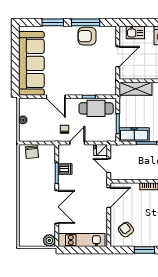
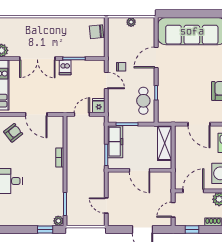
cafe table: (96, 108) -> (143, 101), width x0.73, depth x0.74
dishwasher: (65, 169) -> (65, 67), moved
door: (109, 197) -> (36, 114), moved

